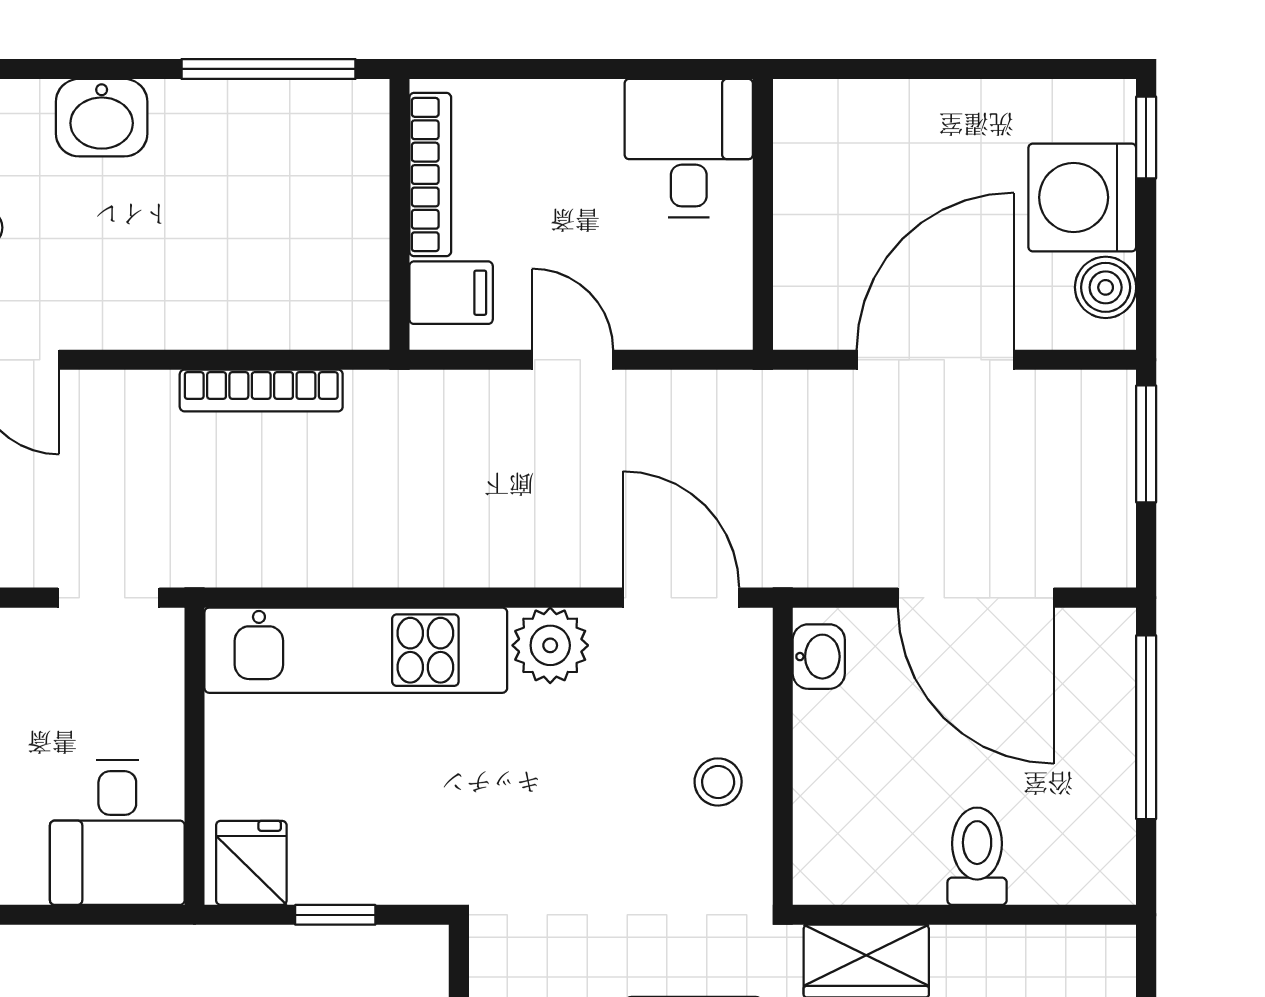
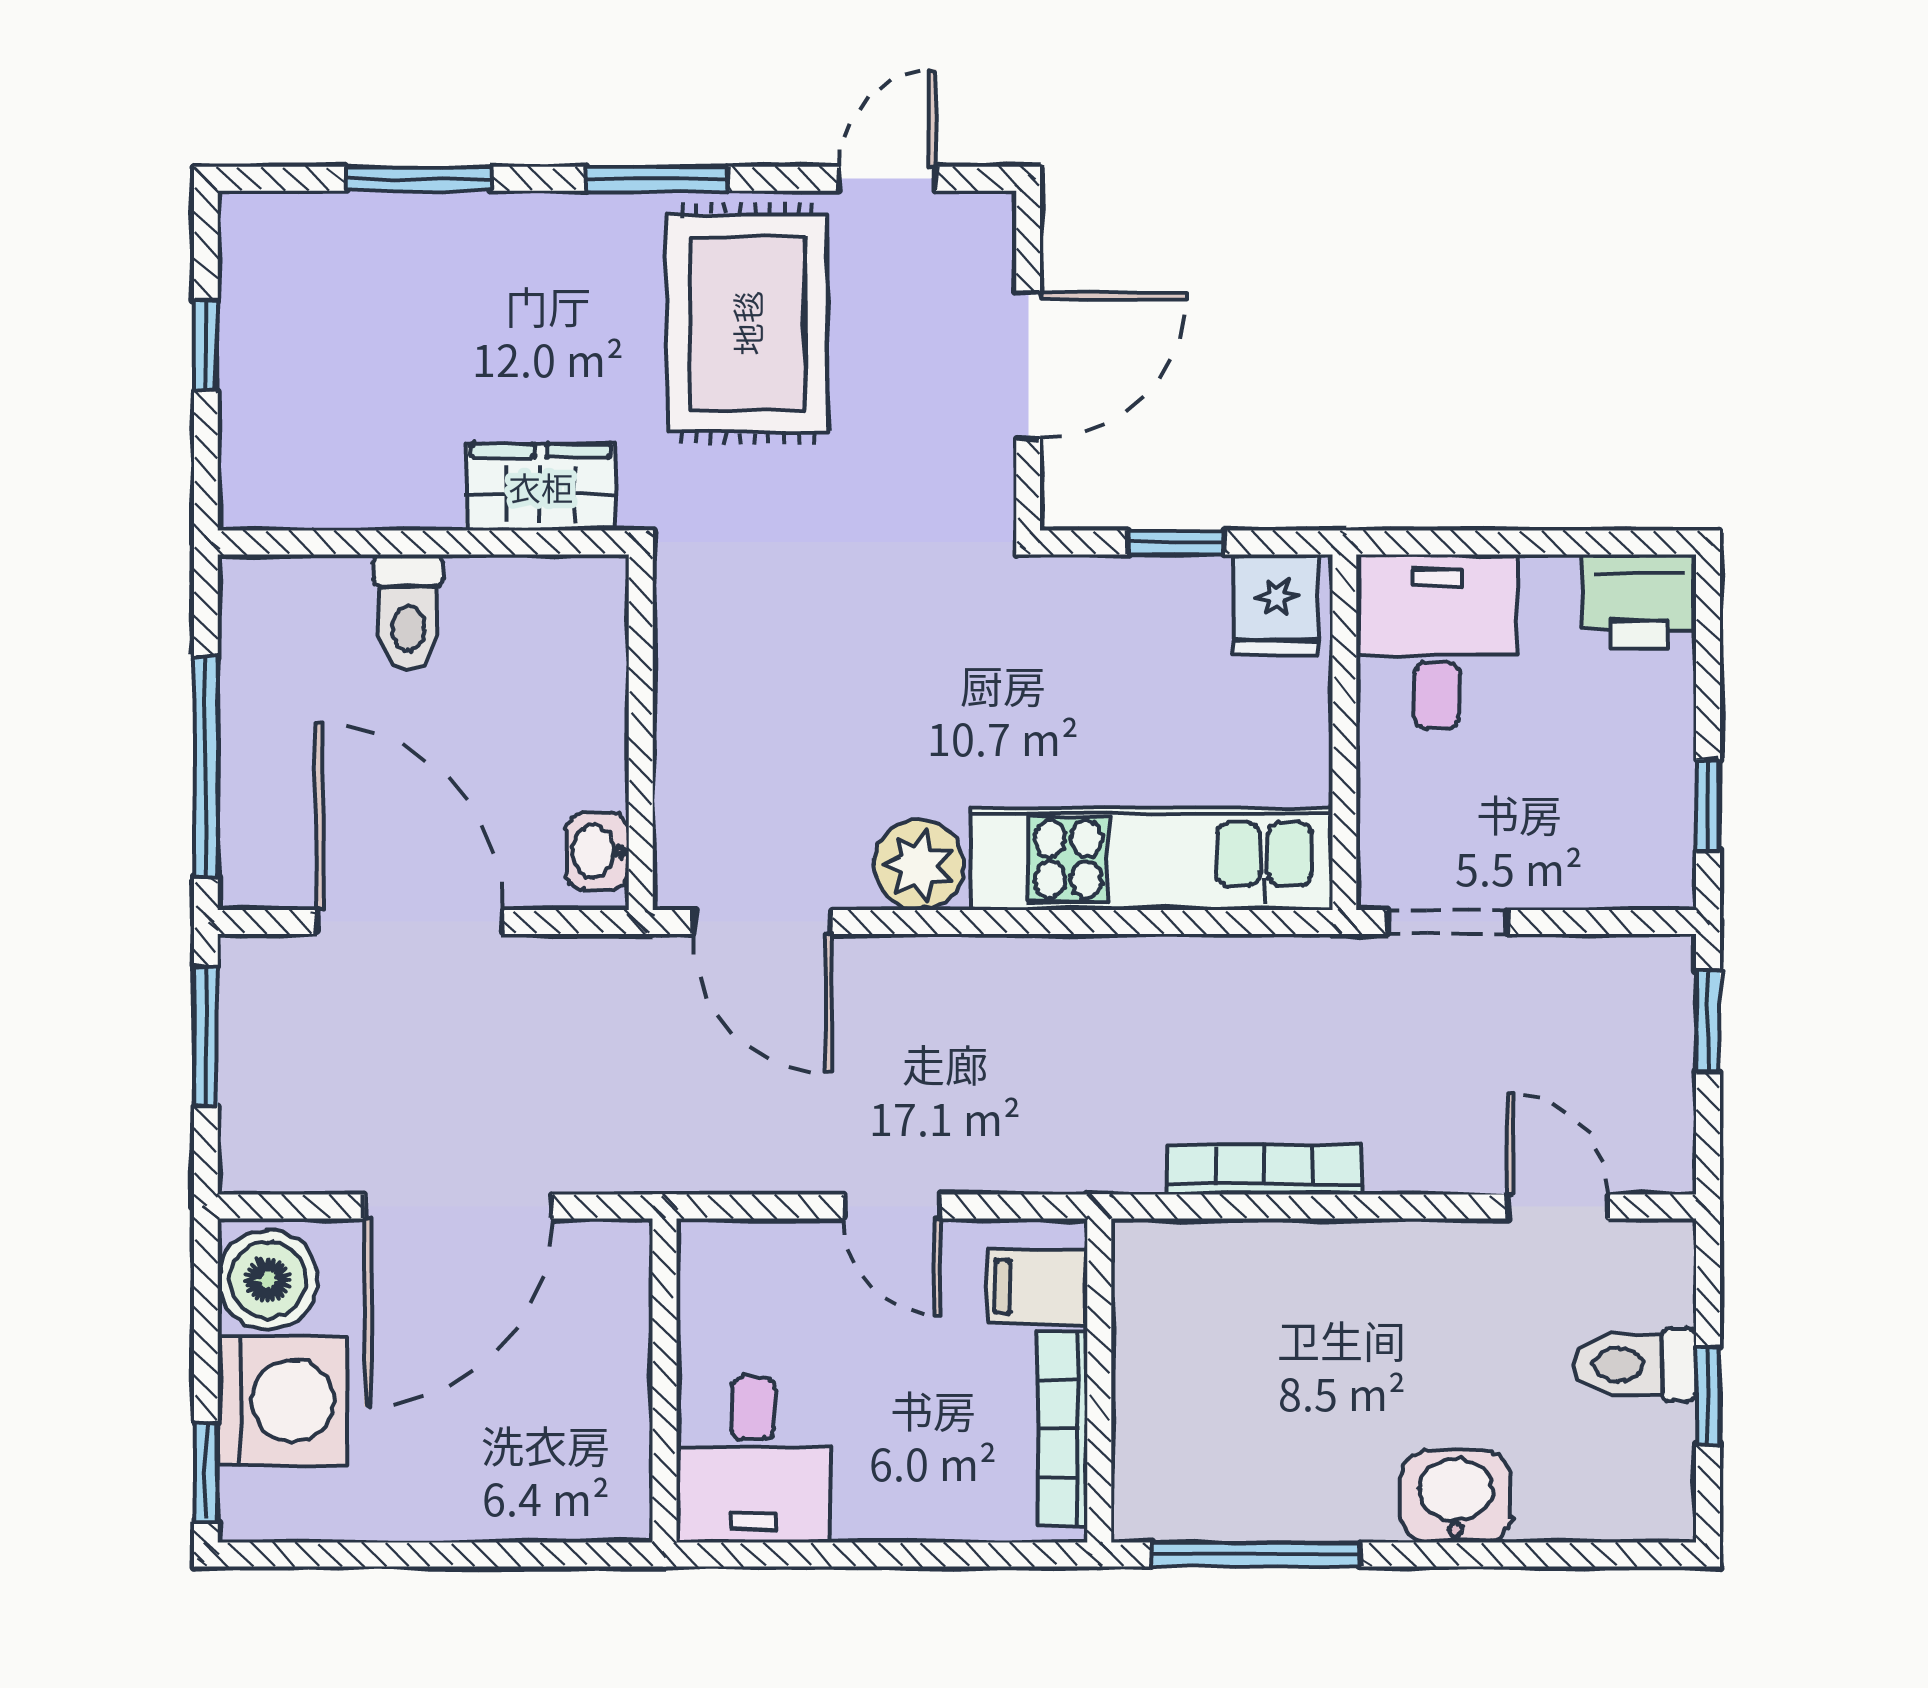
boiler: (1106, 287) -> (268, 1280), width x1.36, depth x1.36
window: (1146, 444) -> (206, 1036), moved
stool: (718, 782) -> (718, 701), removed

